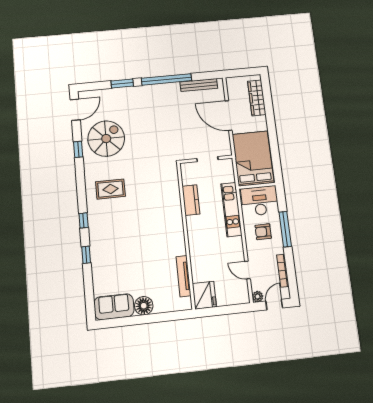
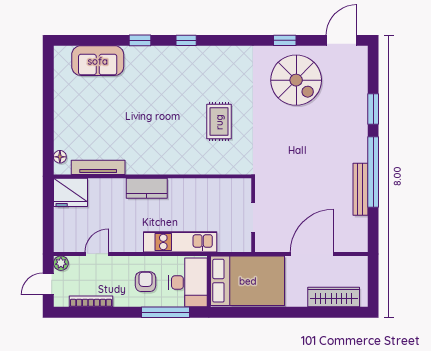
bench: (199, 85) -> (360, 189), moved
door: (75, 110) -> (342, 40), swing flipped
rug: (110, 189) -> (219, 122), moved
kitchen counter: (191, 200) -> (147, 188), moved
window: (285, 229) -> (166, 312), moved
door: (274, 305) -> (48, 284), swing flipped
floor lamp: (144, 306) -> (60, 157), moved, width x0.53, depth x0.53
sofa: (114, 307) -> (98, 61), moved, turned 90

